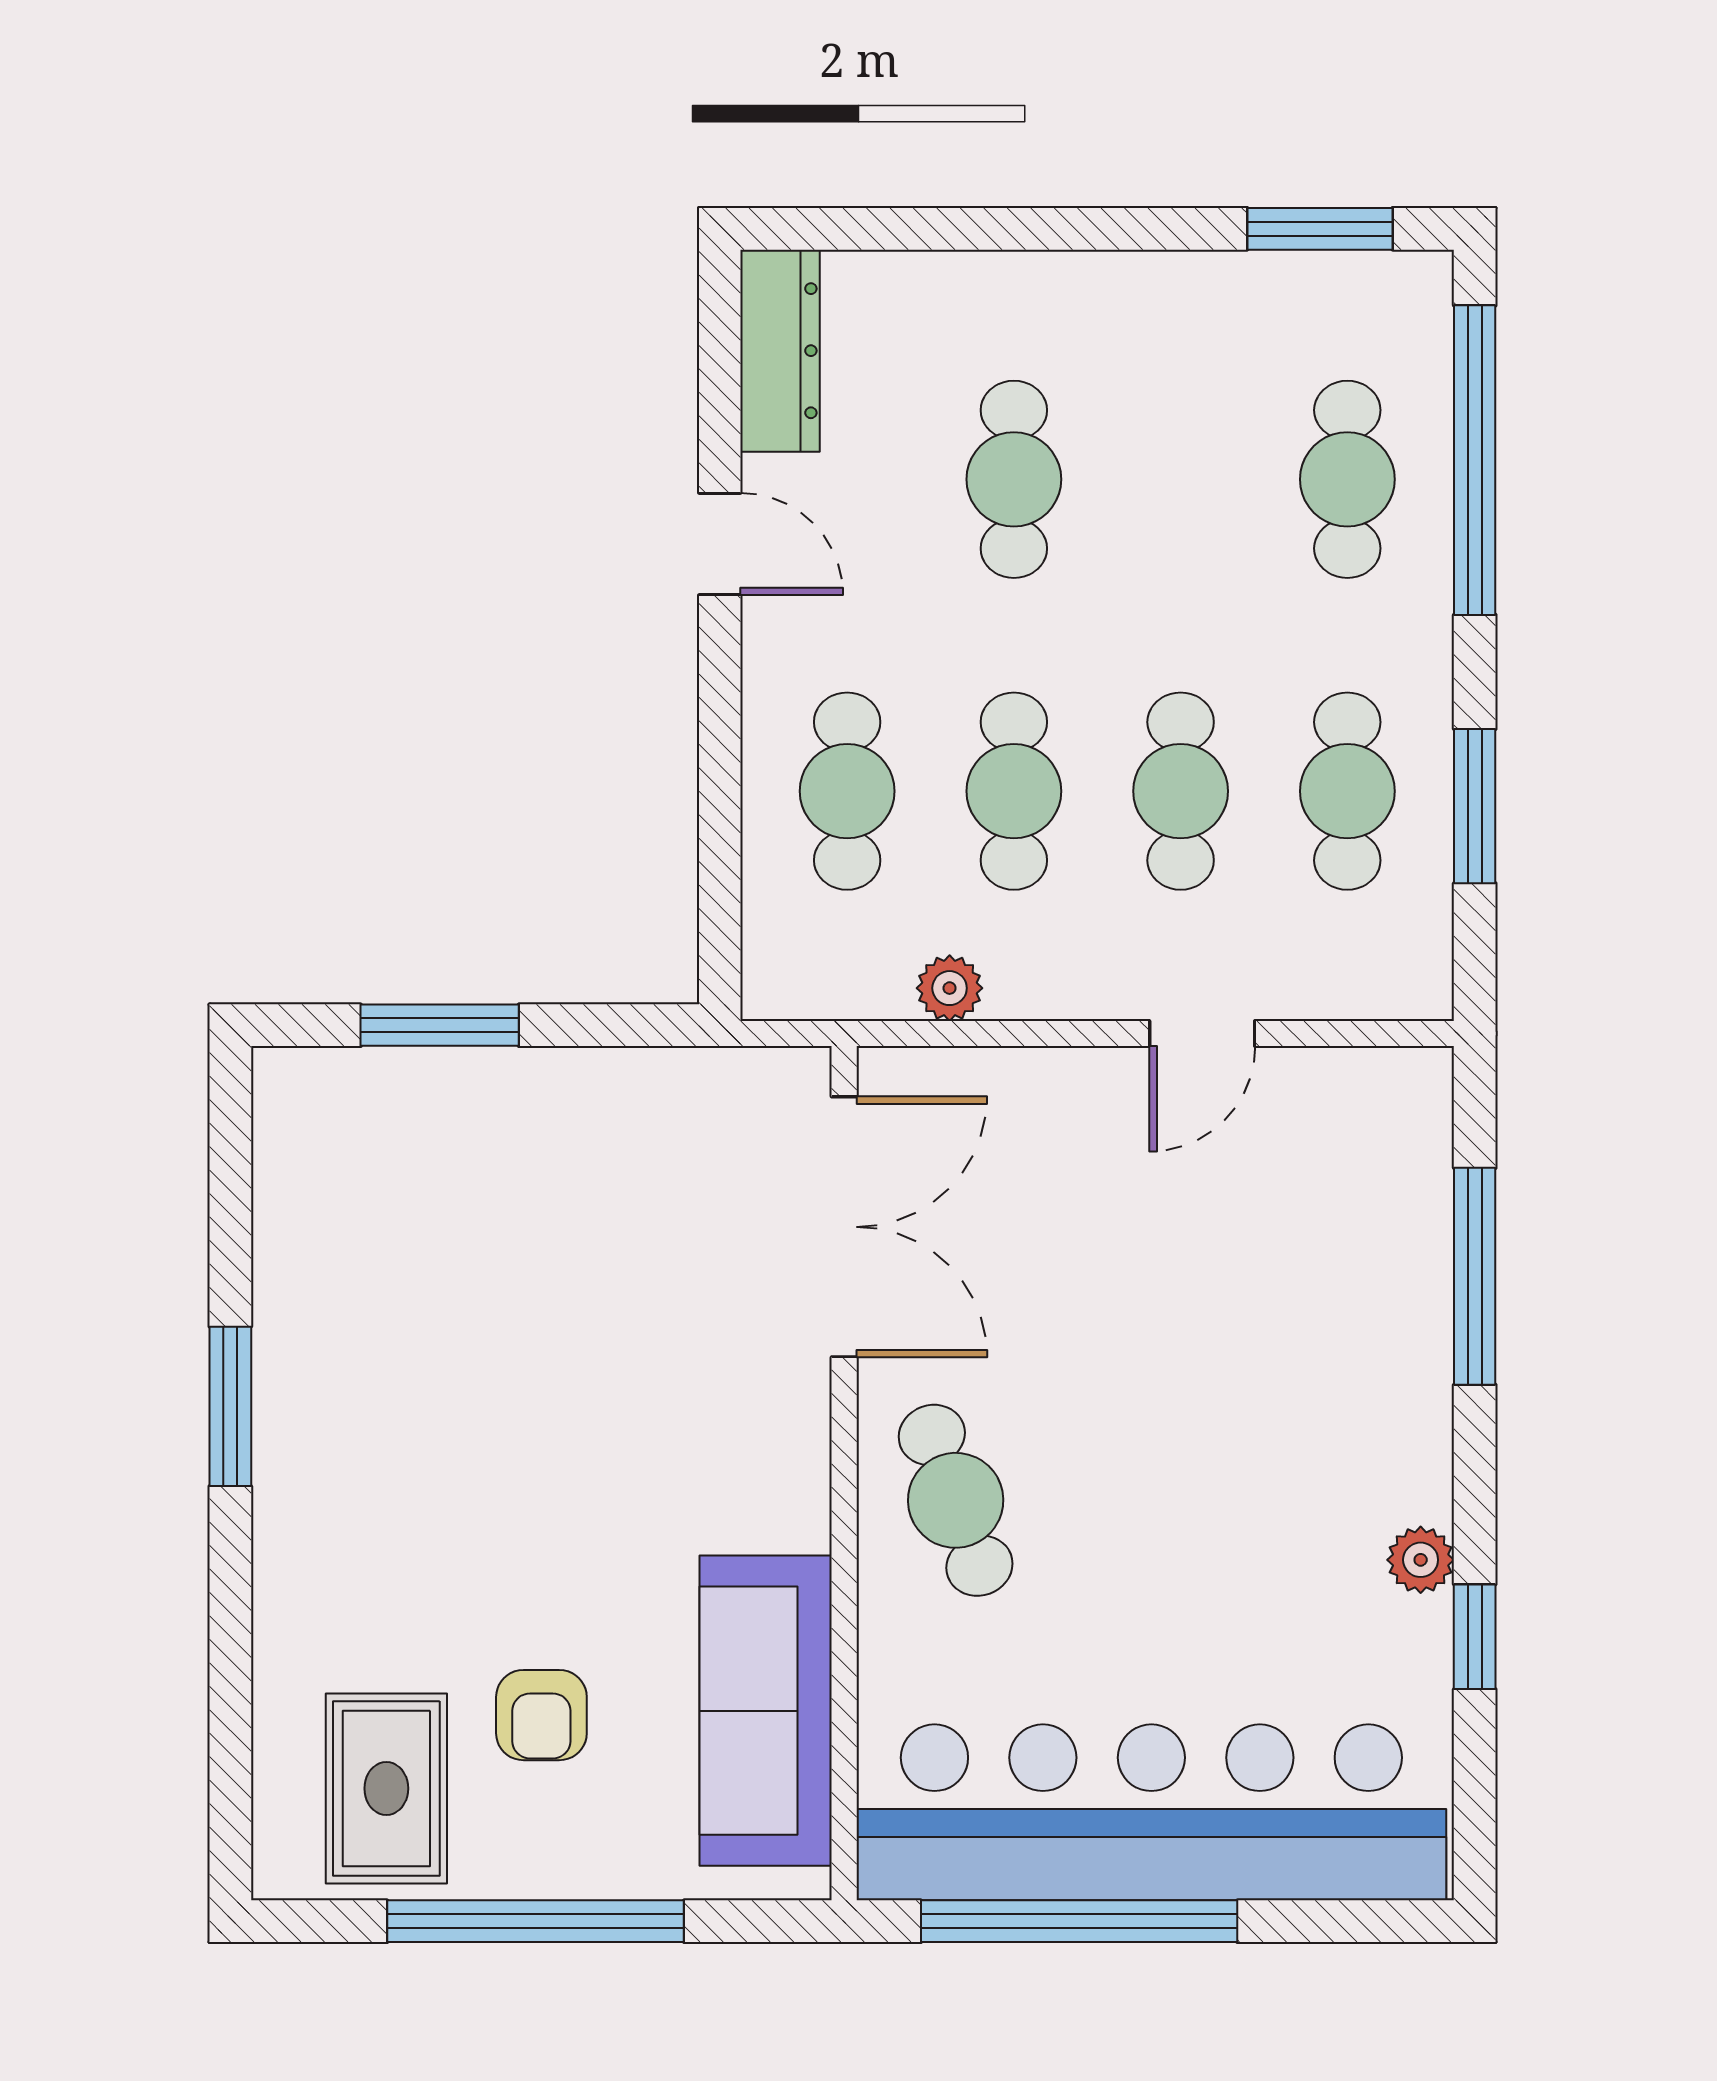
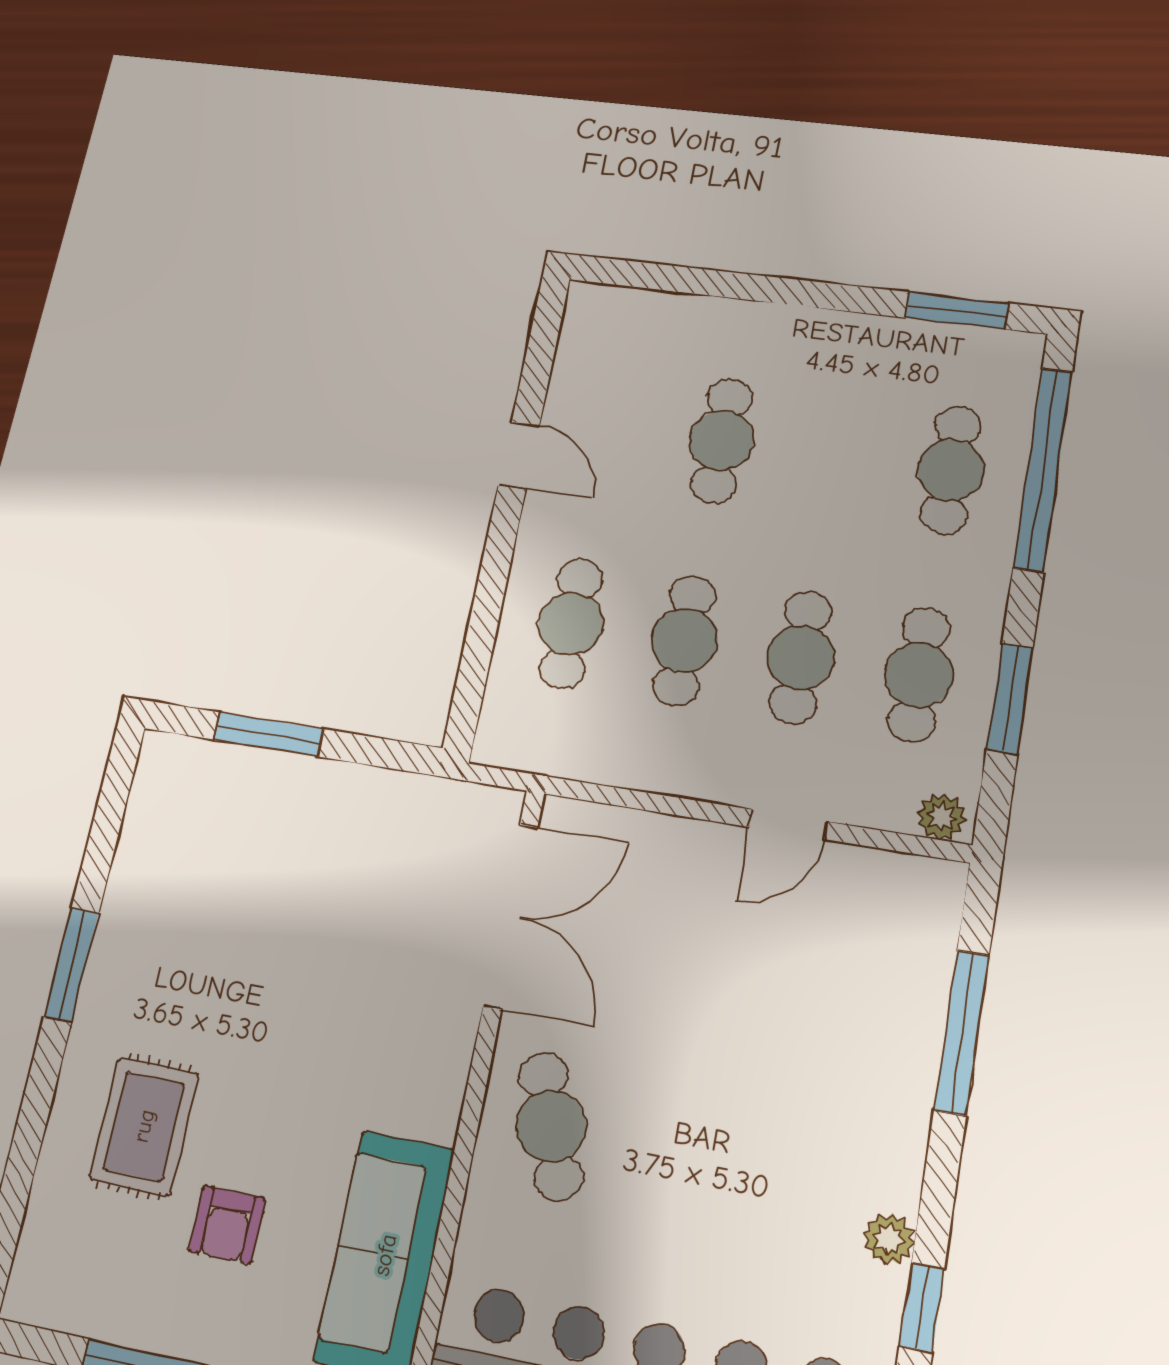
dresser: (780, 351) -> (582, 343), removed
plant: (950, 988) -> (942, 817), moved
rug: (386, 1788) -> (144, 1126), moved

